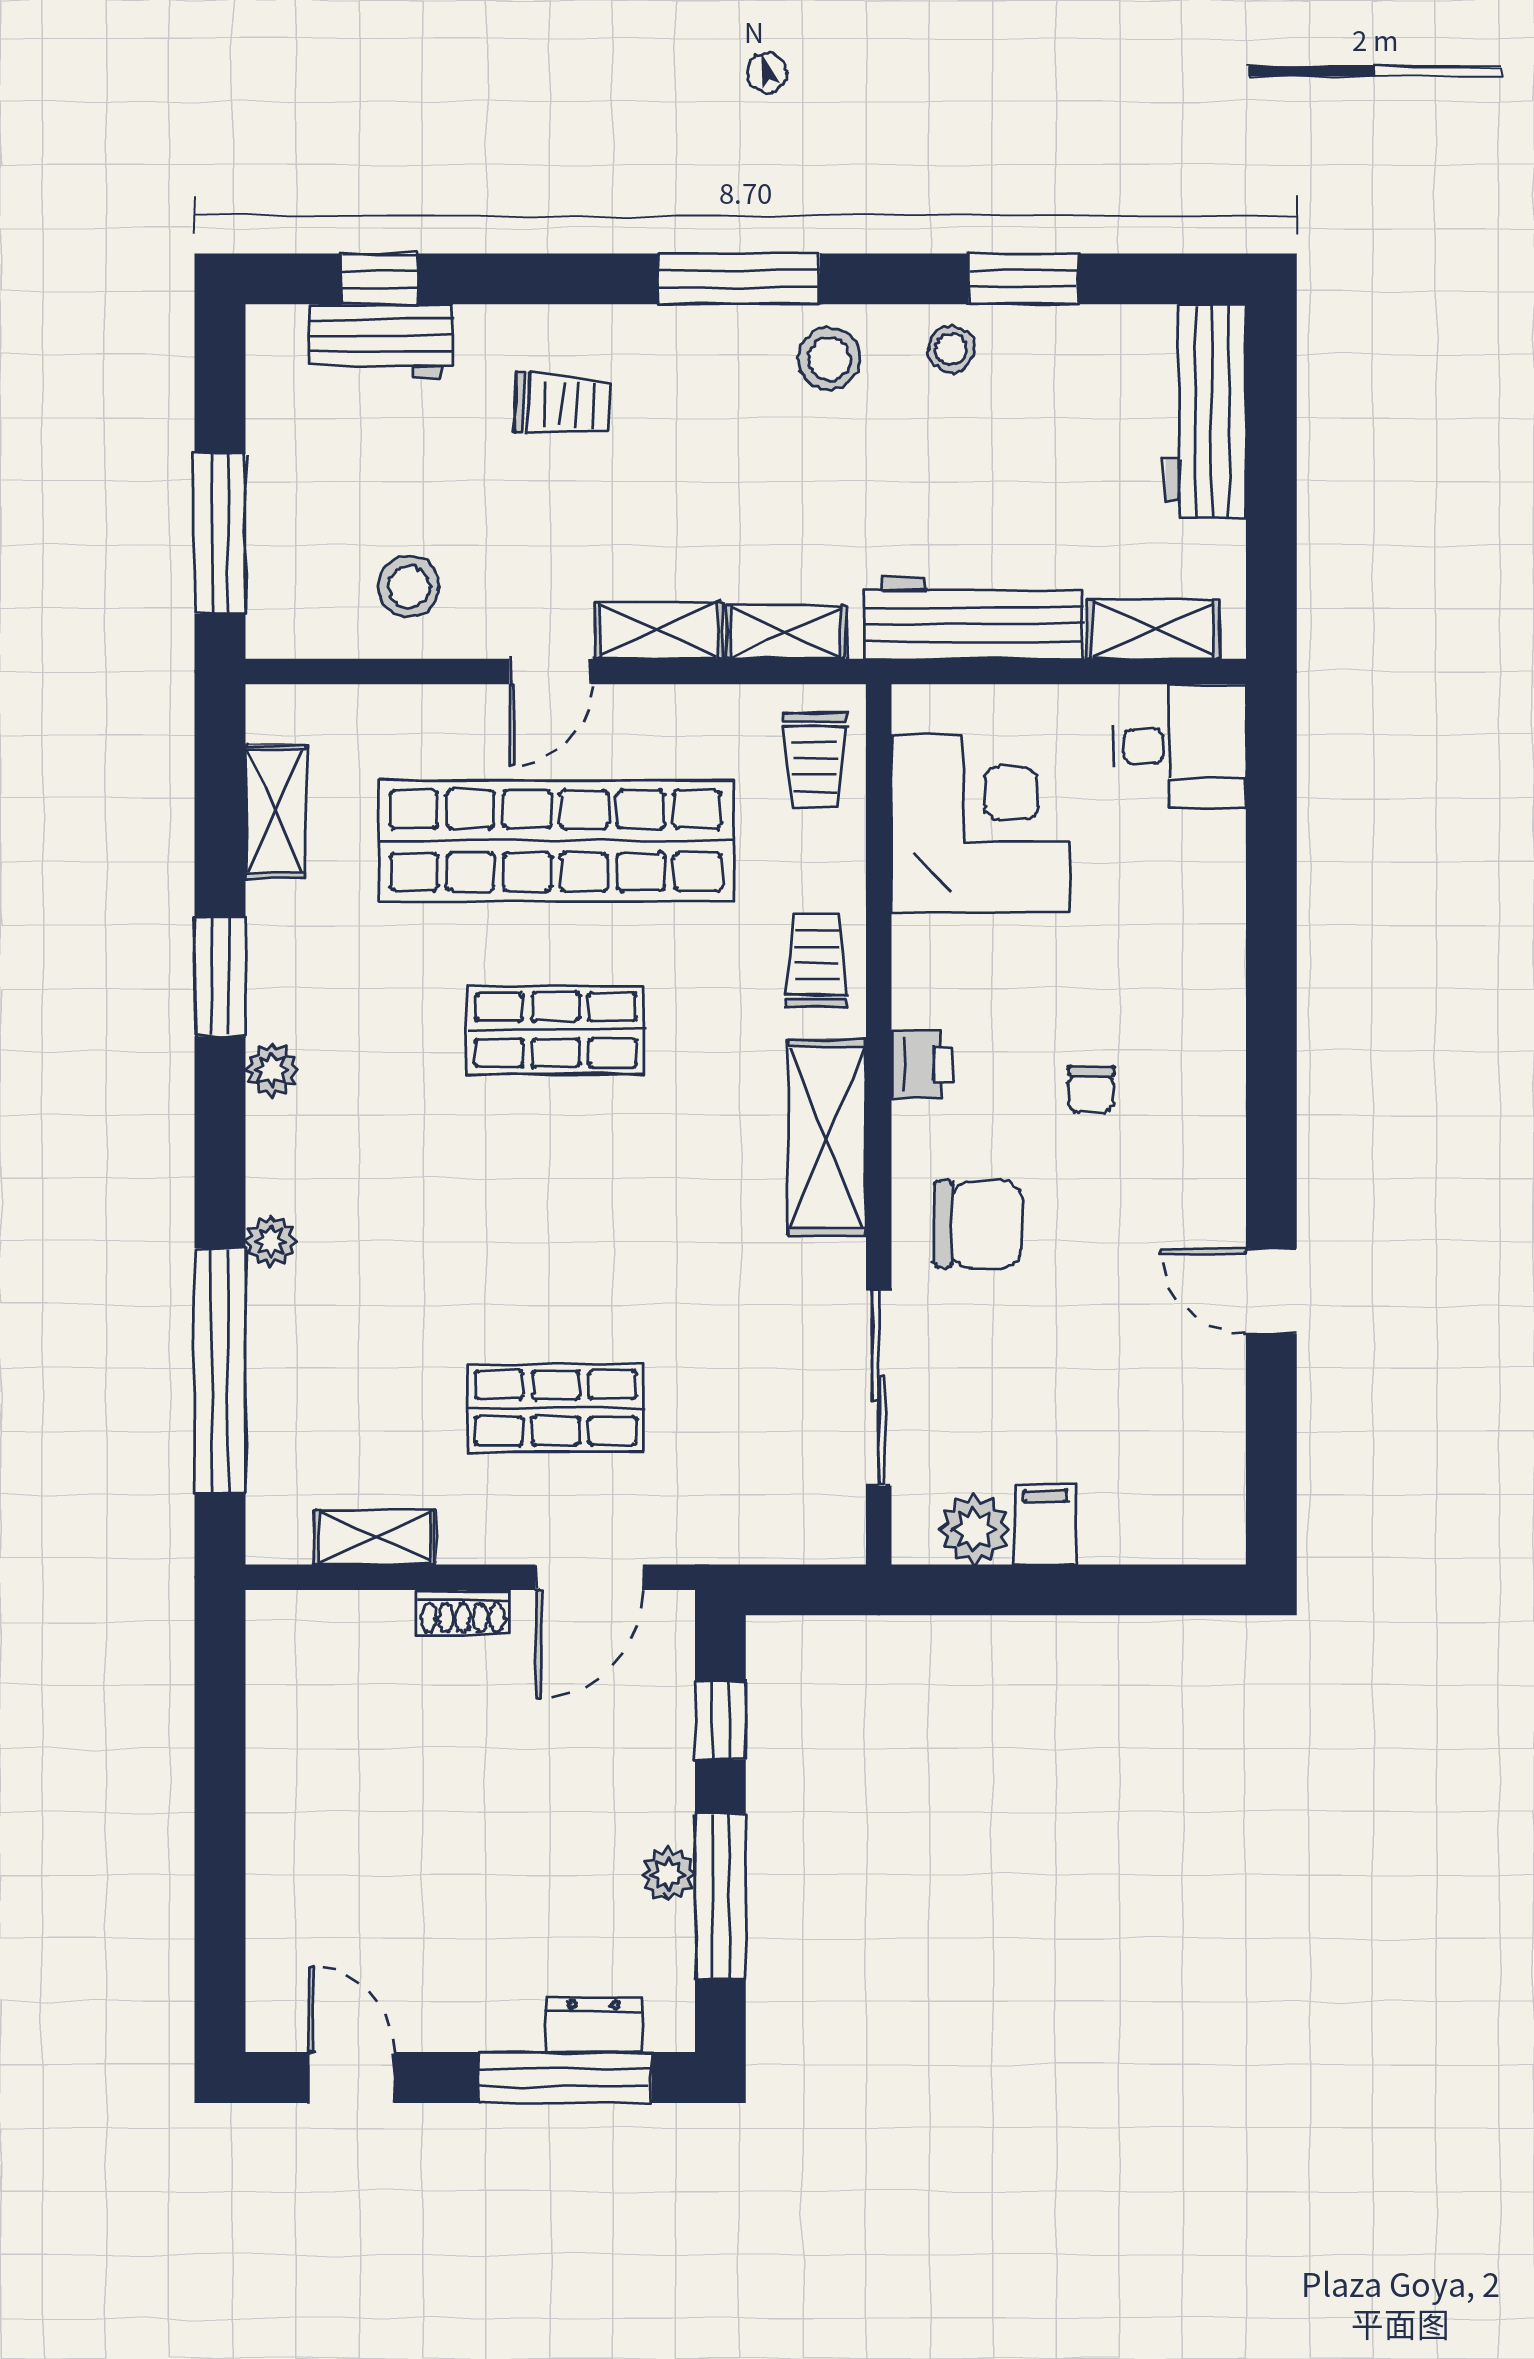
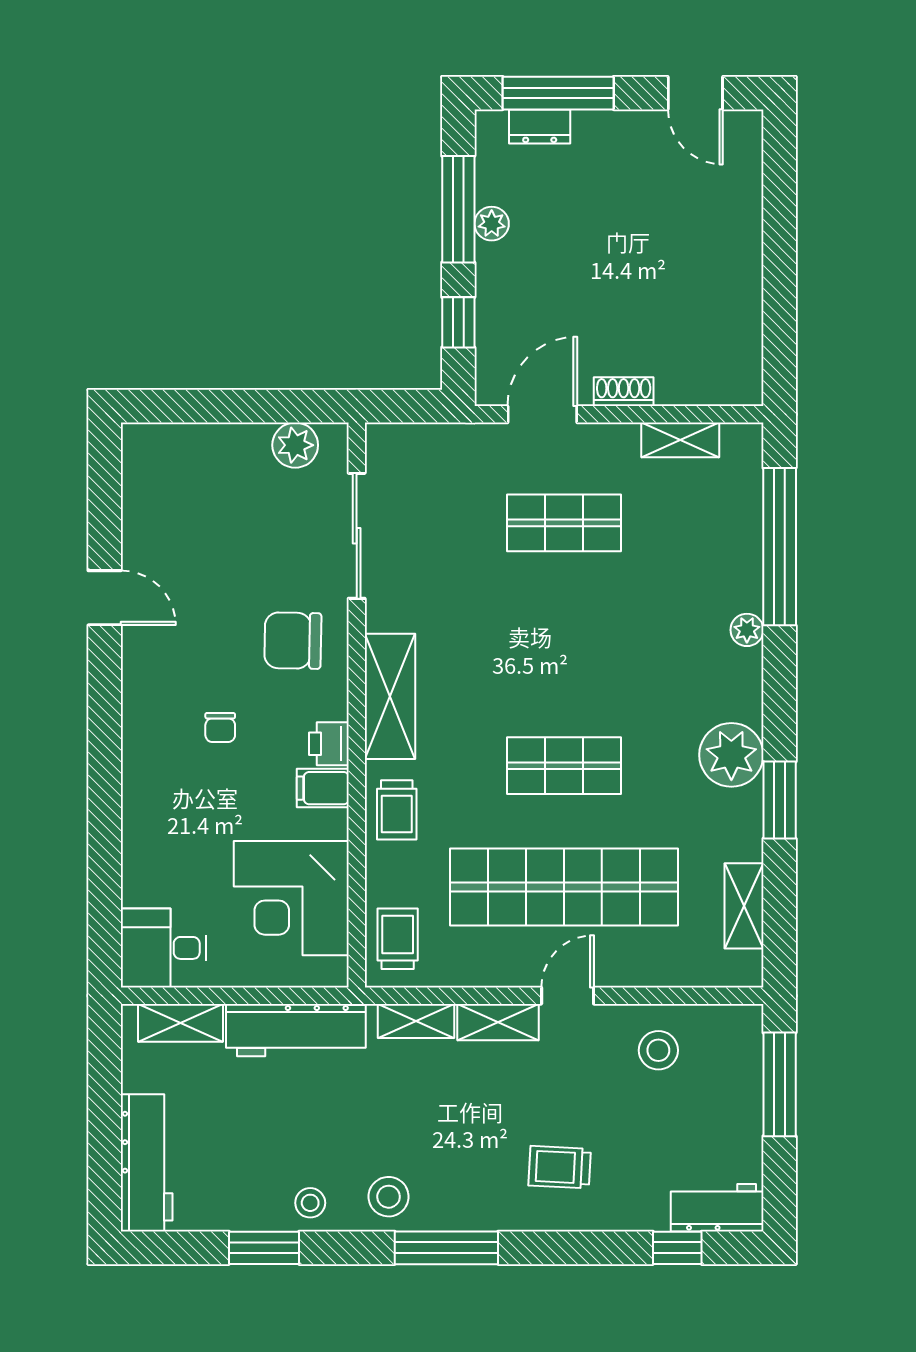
workbench: (381, 341) -> (717, 1208), moved
plant: (272, 1070) -> (731, 755), width x1.88, depth x1.88
chair: (1091, 1089) -> (220, 727), turned 180
filing cabinet: (1045, 1524) -> (323, 788), moved, turned 90

